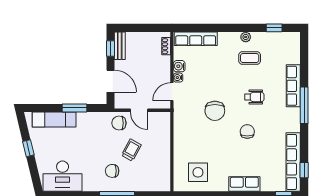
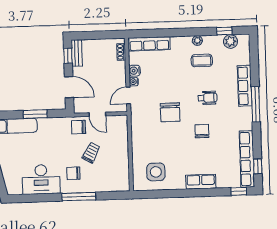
plant: (280, 39) -> (231, 41), added
desk: (63, 176) -> (41, 179), moved

